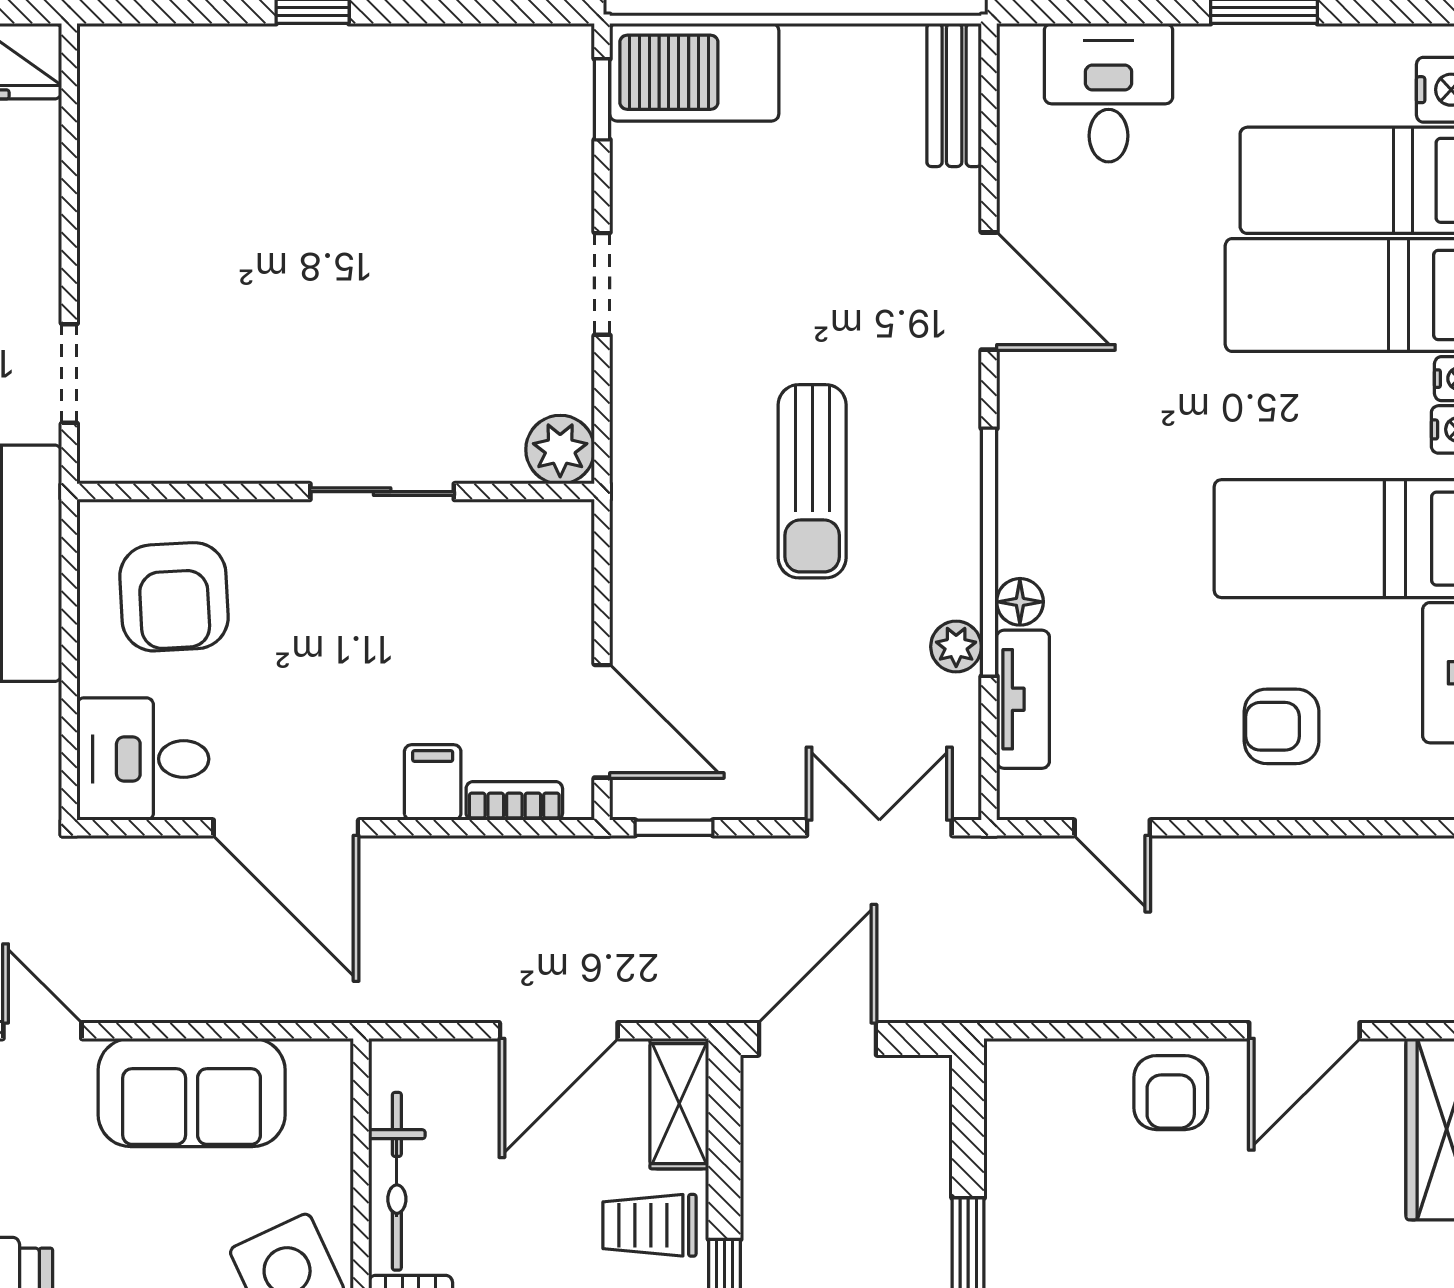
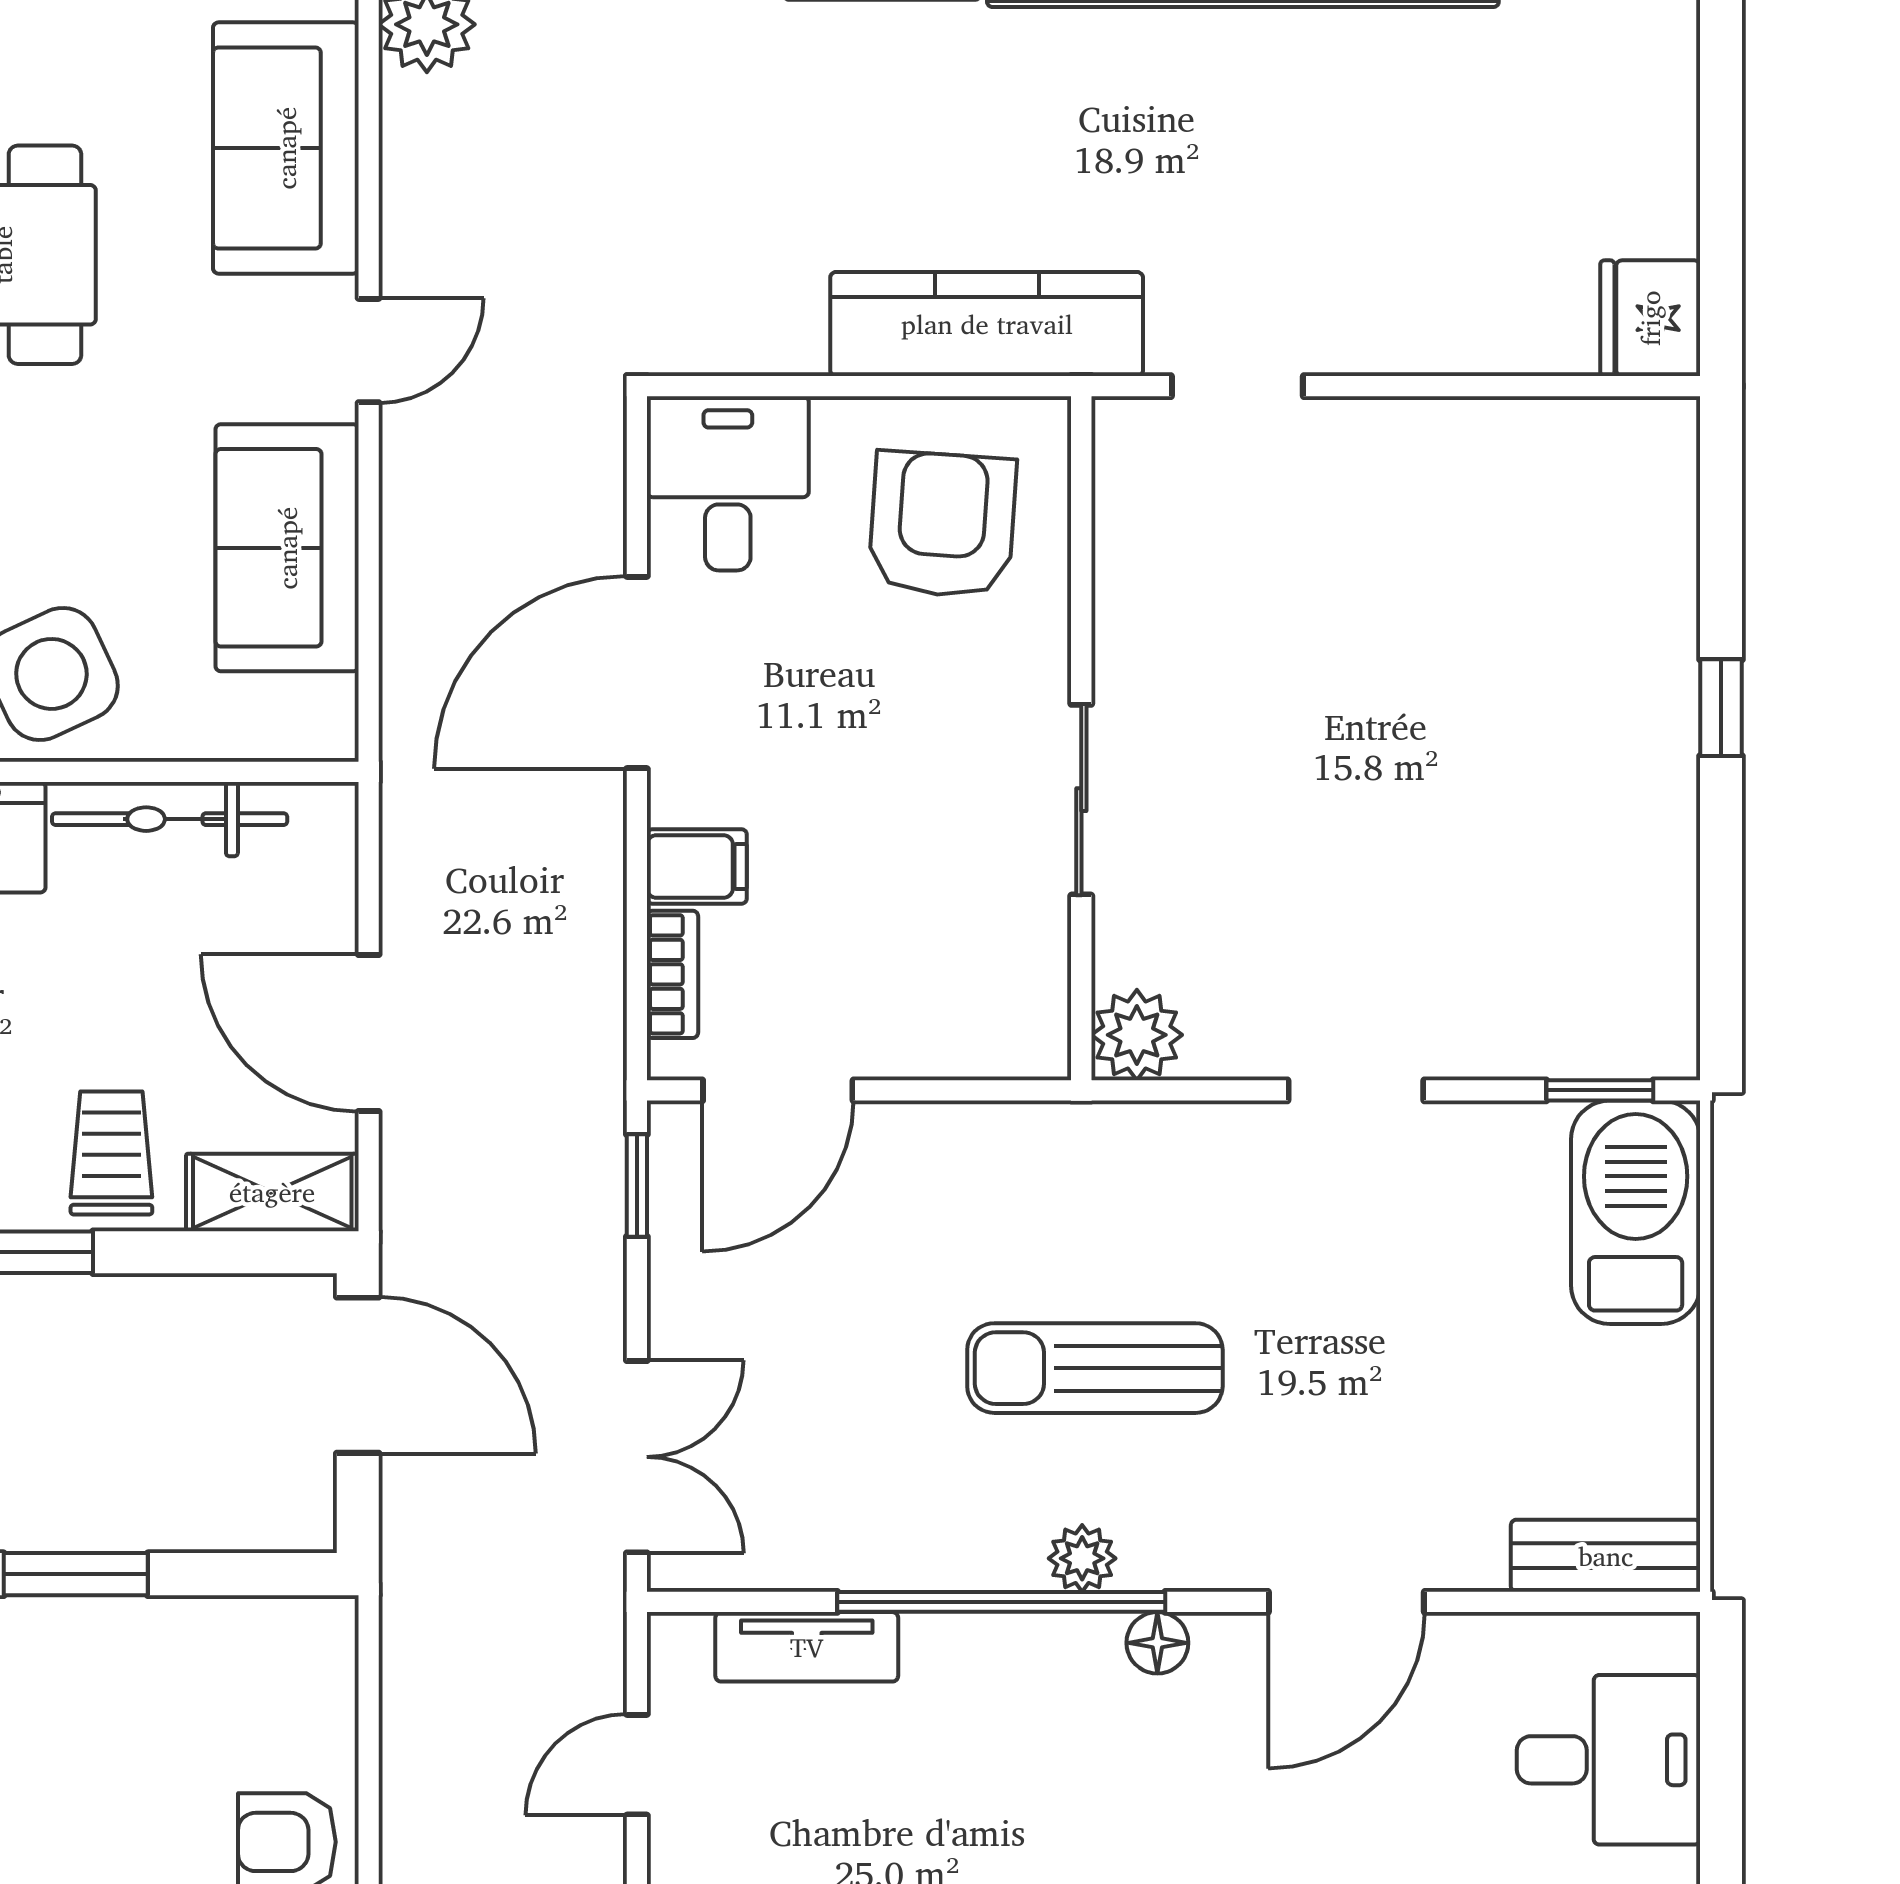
armchair: (174, 597) -> (942, 525), turned 97
floor lamp: (1020, 602) -> (1157, 1643), moved
plant: (956, 647) -> (1082, 1558), moved

